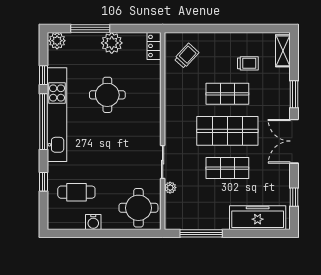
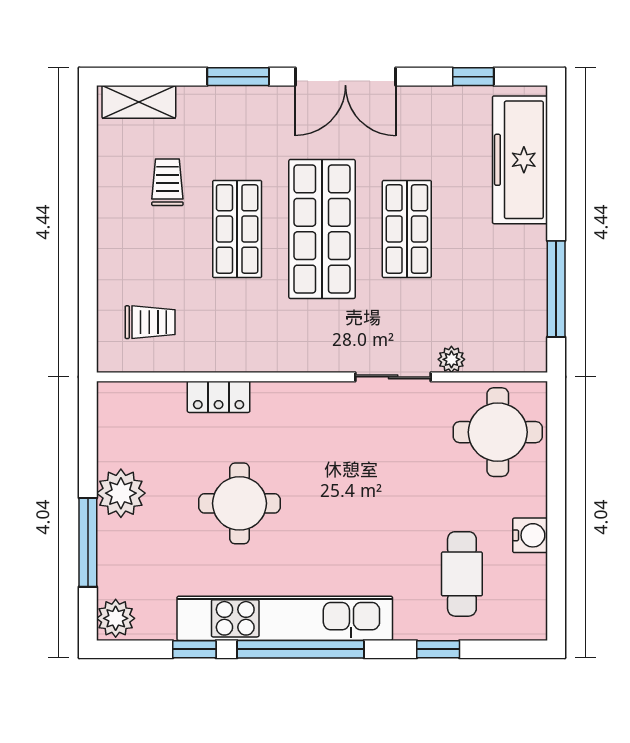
locker: (154, 46) -> (219, 397), moved
trolley: (187, 56) -> (150, 322), turned 137

